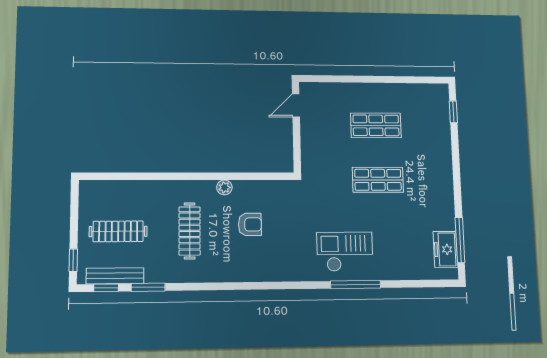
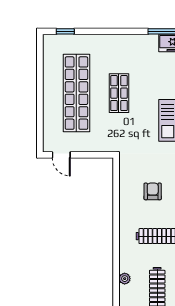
shop shelf: (376, 125) -> (76, 93), width x2.00, depth x1.36
plant: (224, 187) -> (125, 279), moved

